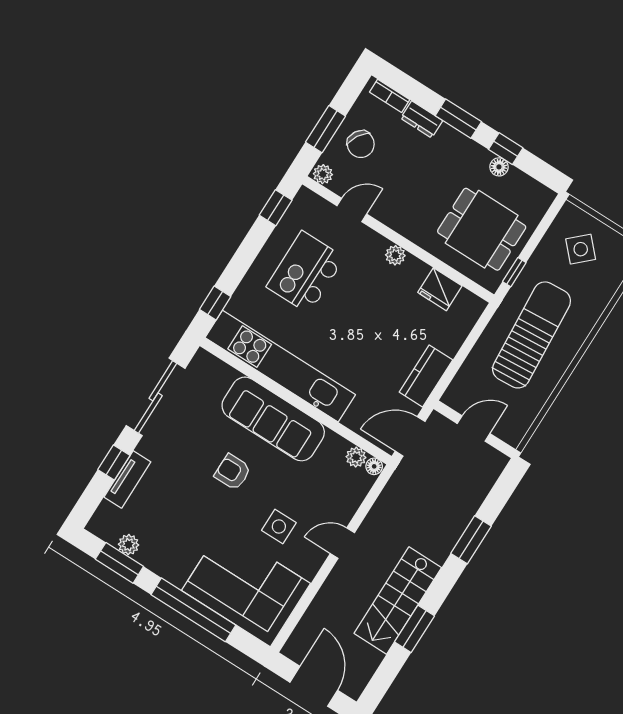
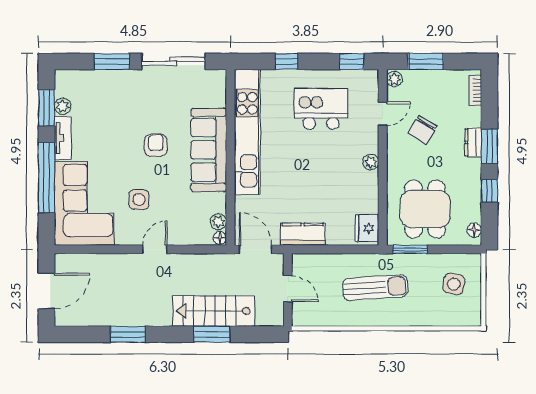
dresser: (422, 119) -> (473, 142), moved
chair: (361, 144) -> (423, 130), moved
floor lamp: (499, 167) -> (474, 230), moved
door: (352, 210) -> (383, 114), hinge flipped
side table: (581, 249) -> (454, 284), turned -35
window: (514, 272) -> (410, 249), width x1.50
fridge: (440, 289) -> (367, 228), moved
window: (215, 303) -> (287, 61), moved
sun lounger: (532, 335) -> (375, 288), width x0.73, depth x0.75
window: (114, 463) -> (112, 61), width x1.50
tv unit: (127, 479) -> (63, 138), moved, turned -90
door: (342, 543) -> (155, 249), hinge flipped
stairs: (398, 600) -> (214, 311), moved

